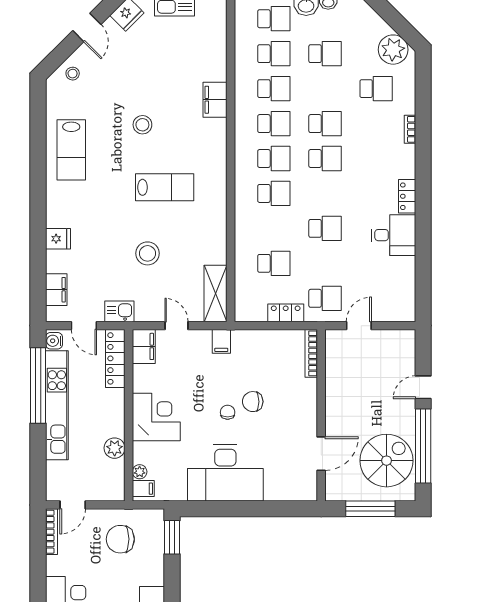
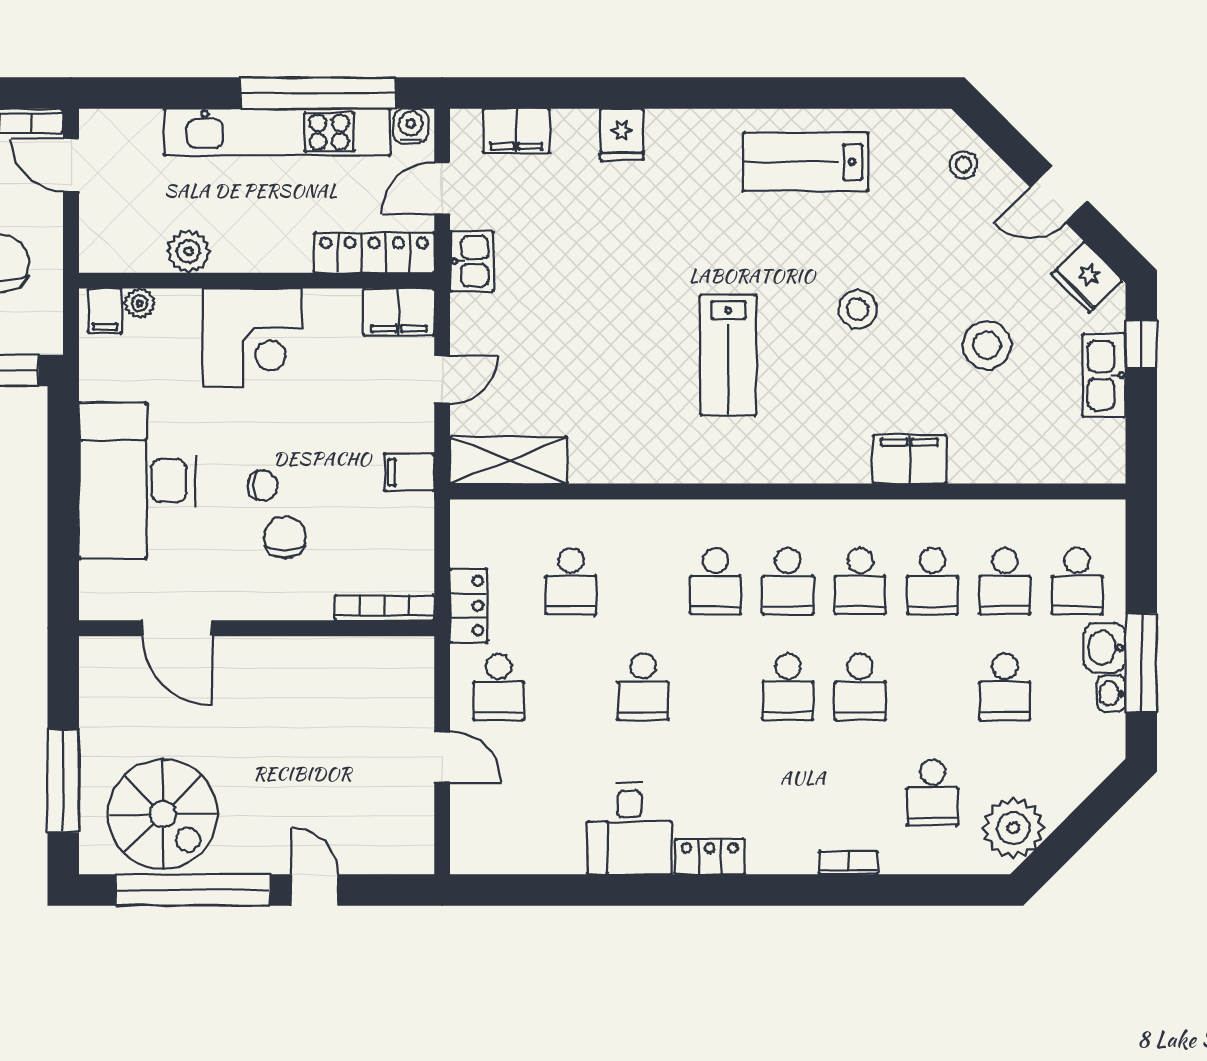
stool: (148, 253) -> (987, 345), moved
bookcase: (311, 353) -> (385, 608), moved
wall: (321, 415) -> (257, 628), moved
door: (321, 454) -> (177, 628), moved

